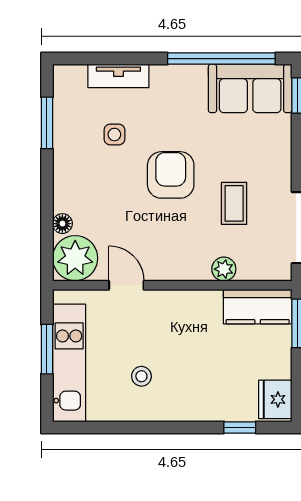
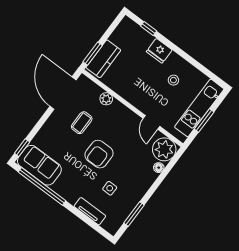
kitchen counter: (258, 307) -> (103, 59), moved, turned 90
fridge: (275, 399) -> (159, 51), moved, turned 90

